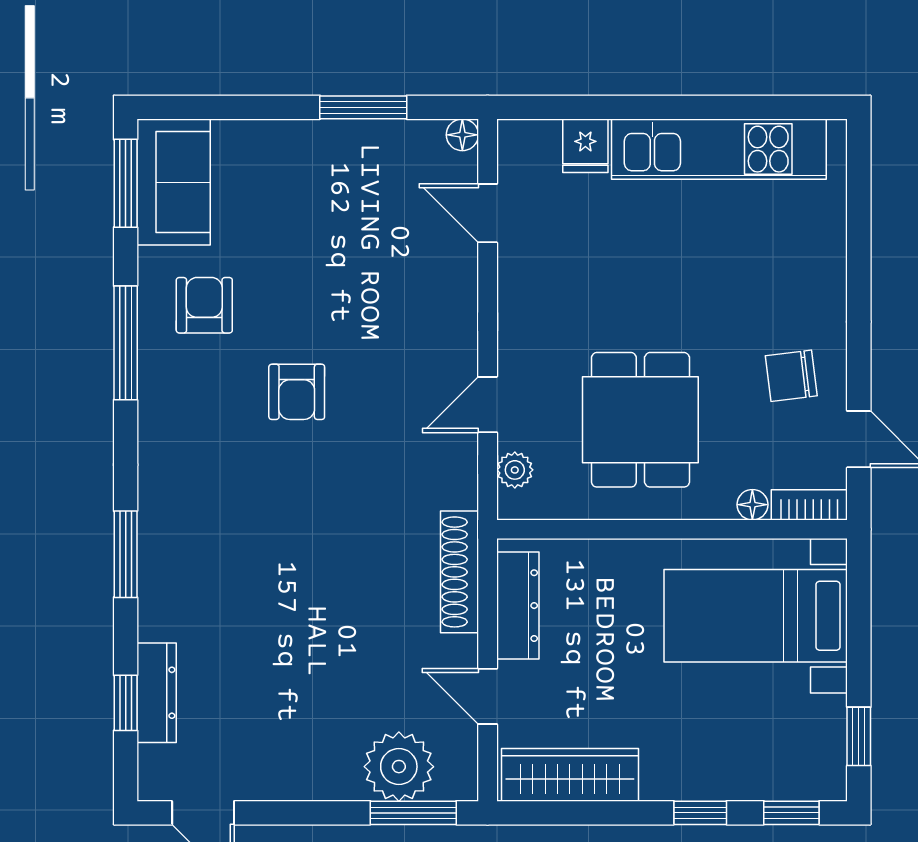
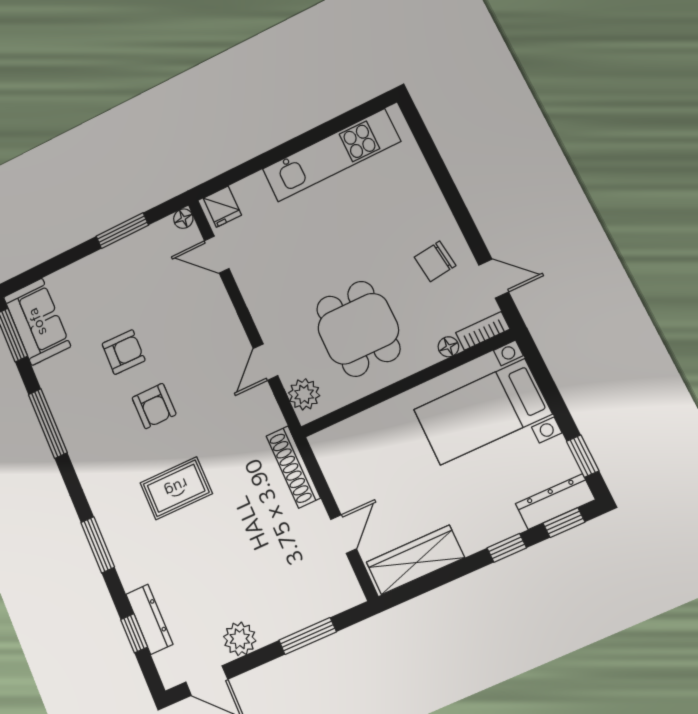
fridge: (585, 146) -> (222, 207), moved
armchair: (204, 305) -> (124, 352), moved, turned 91
plant: (515, 470) -> (304, 394), width x1.38, depth x1.38
rug: (277, 525) -> (176, 488), added
dresser: (518, 606) -> (555, 502), moved, turned -90
door: (488, 696) -> (344, 534), swing flipped
plant: (399, 767) -> (240, 639), moved, width x0.73, depth x0.73
window: (413, 813) -> (308, 636), moved

